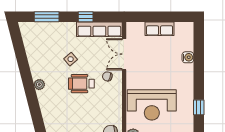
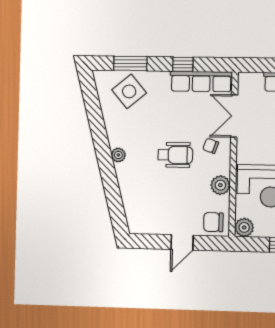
side table: (71, 59) -> (129, 91), moved, width x1.87, depth x1.87
wheelchair: (81, 84) -> (175, 155), turned 180
plant: (115, 105) -> (220, 185), added

